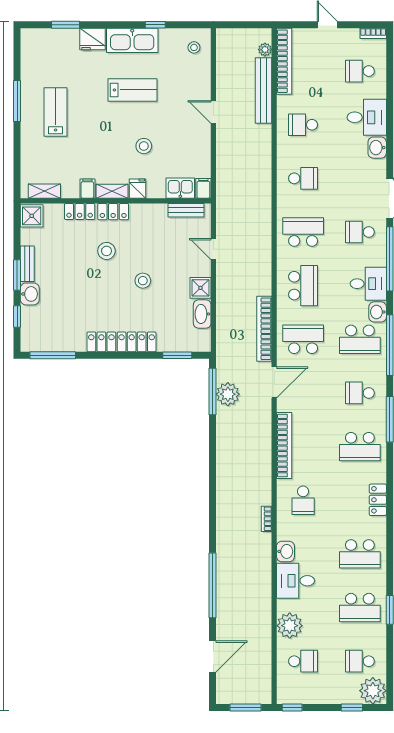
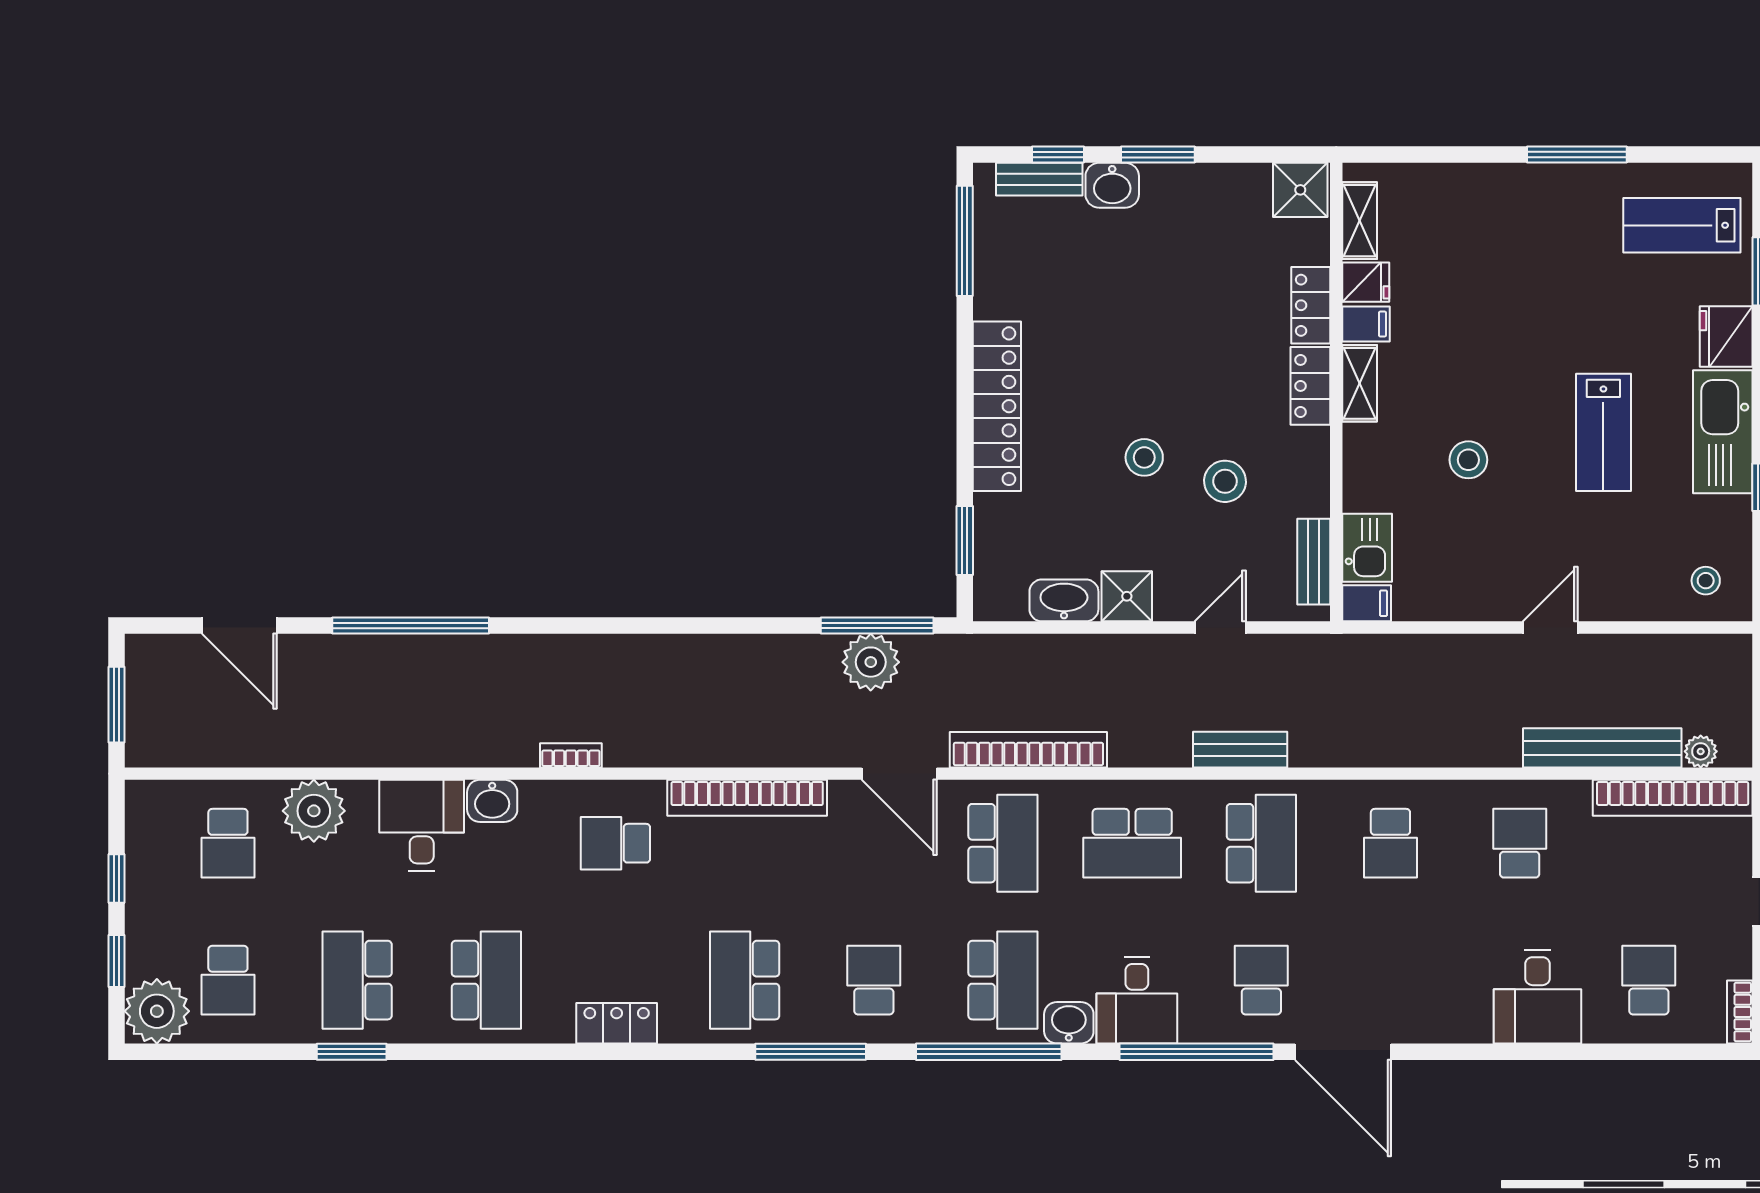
lab bench: (56, 112) -> (1682, 225), moved, turned 180
washbasin: (377, 148) -> (1465, 1022), removed
fridge: (137, 189) -> (1366, 282), moved
bench: (264, 241) -> (1240, 750), added
stool: (106, 251) -> (1225, 481), moved
bench: (27, 264) -> (1039, 179), moved
school desk: (360, 339) -> (1003, 980), turned 180
school desk: (360, 554) -> (486, 980), turned 180
school desk: (360, 661) -> (228, 980), turned 180
window: (292, 708) -> (116, 878), moved

